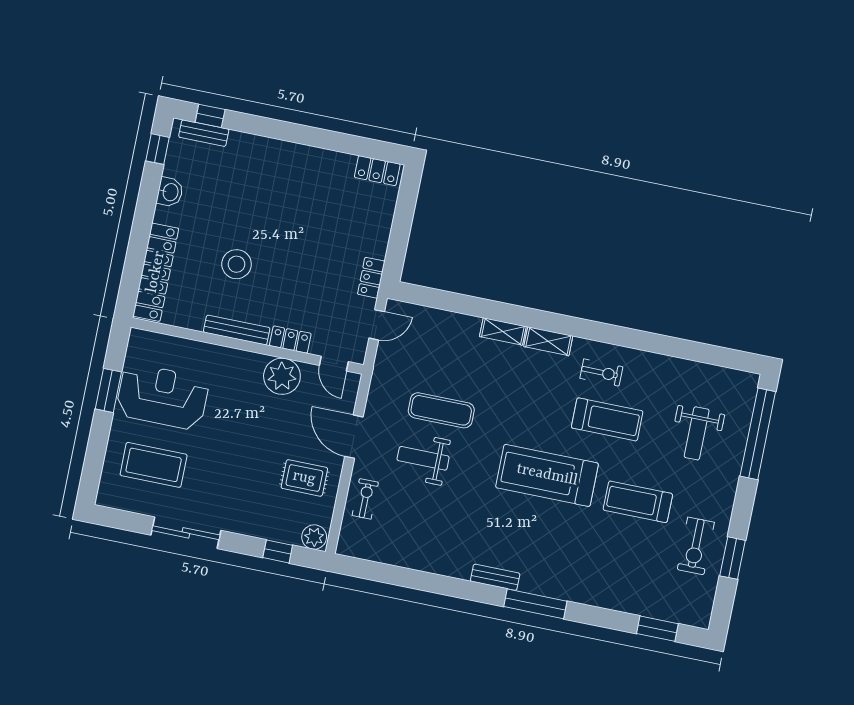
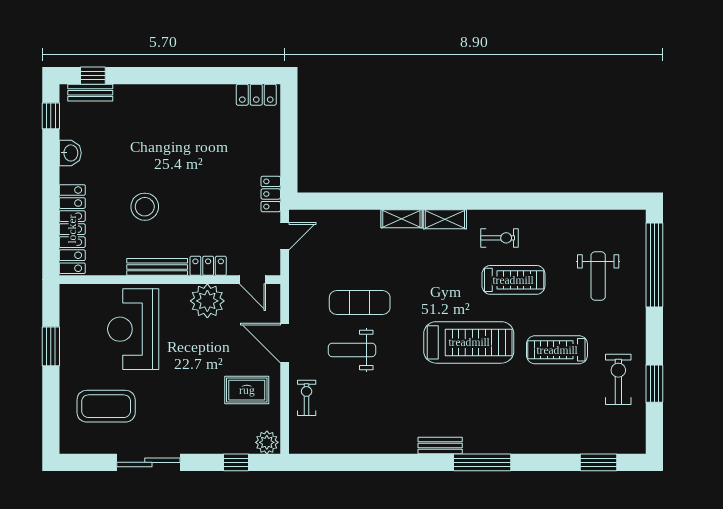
reception desk: (162, 397) -> (133, 329), moved, turned -90
treadmill: (547, 475) -> (469, 342), turned 180
exercise bike: (696, 546) -> (618, 379), turned 180

